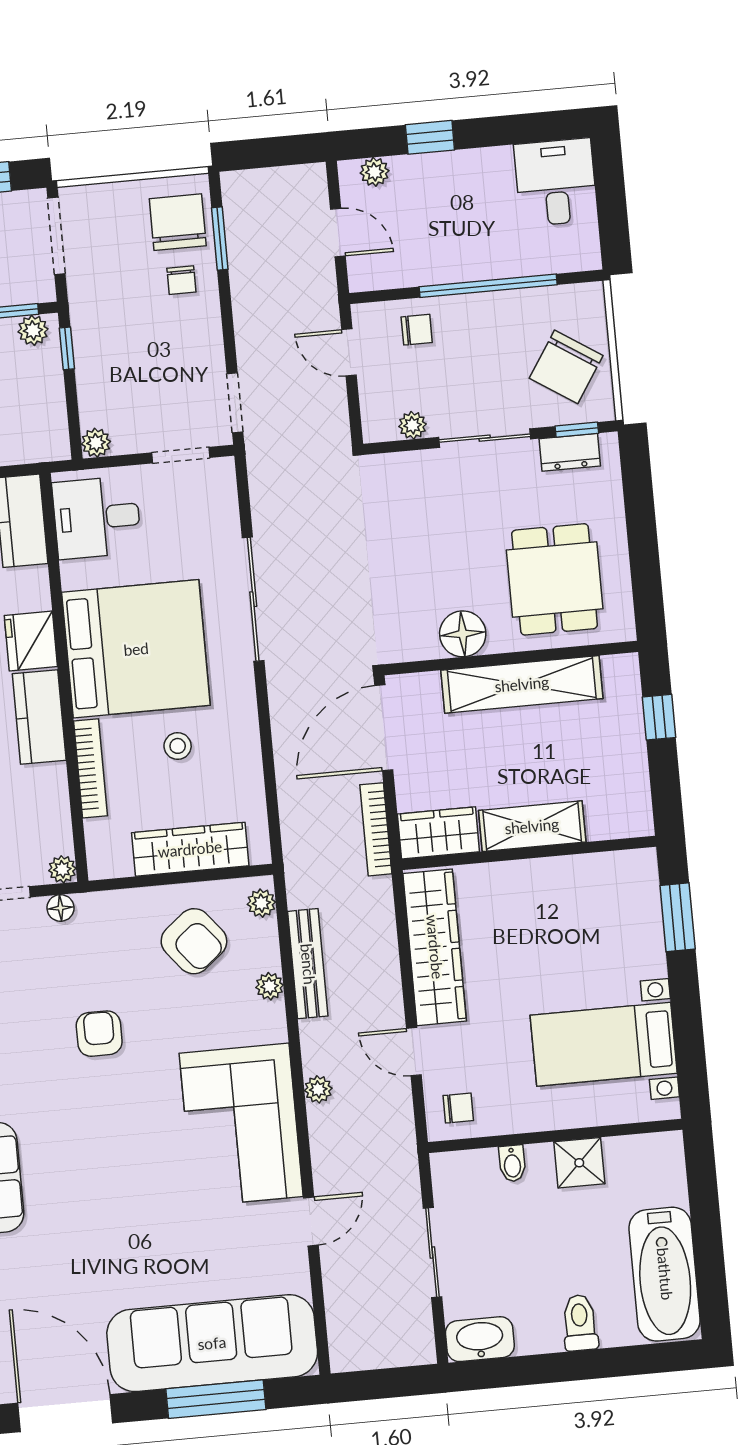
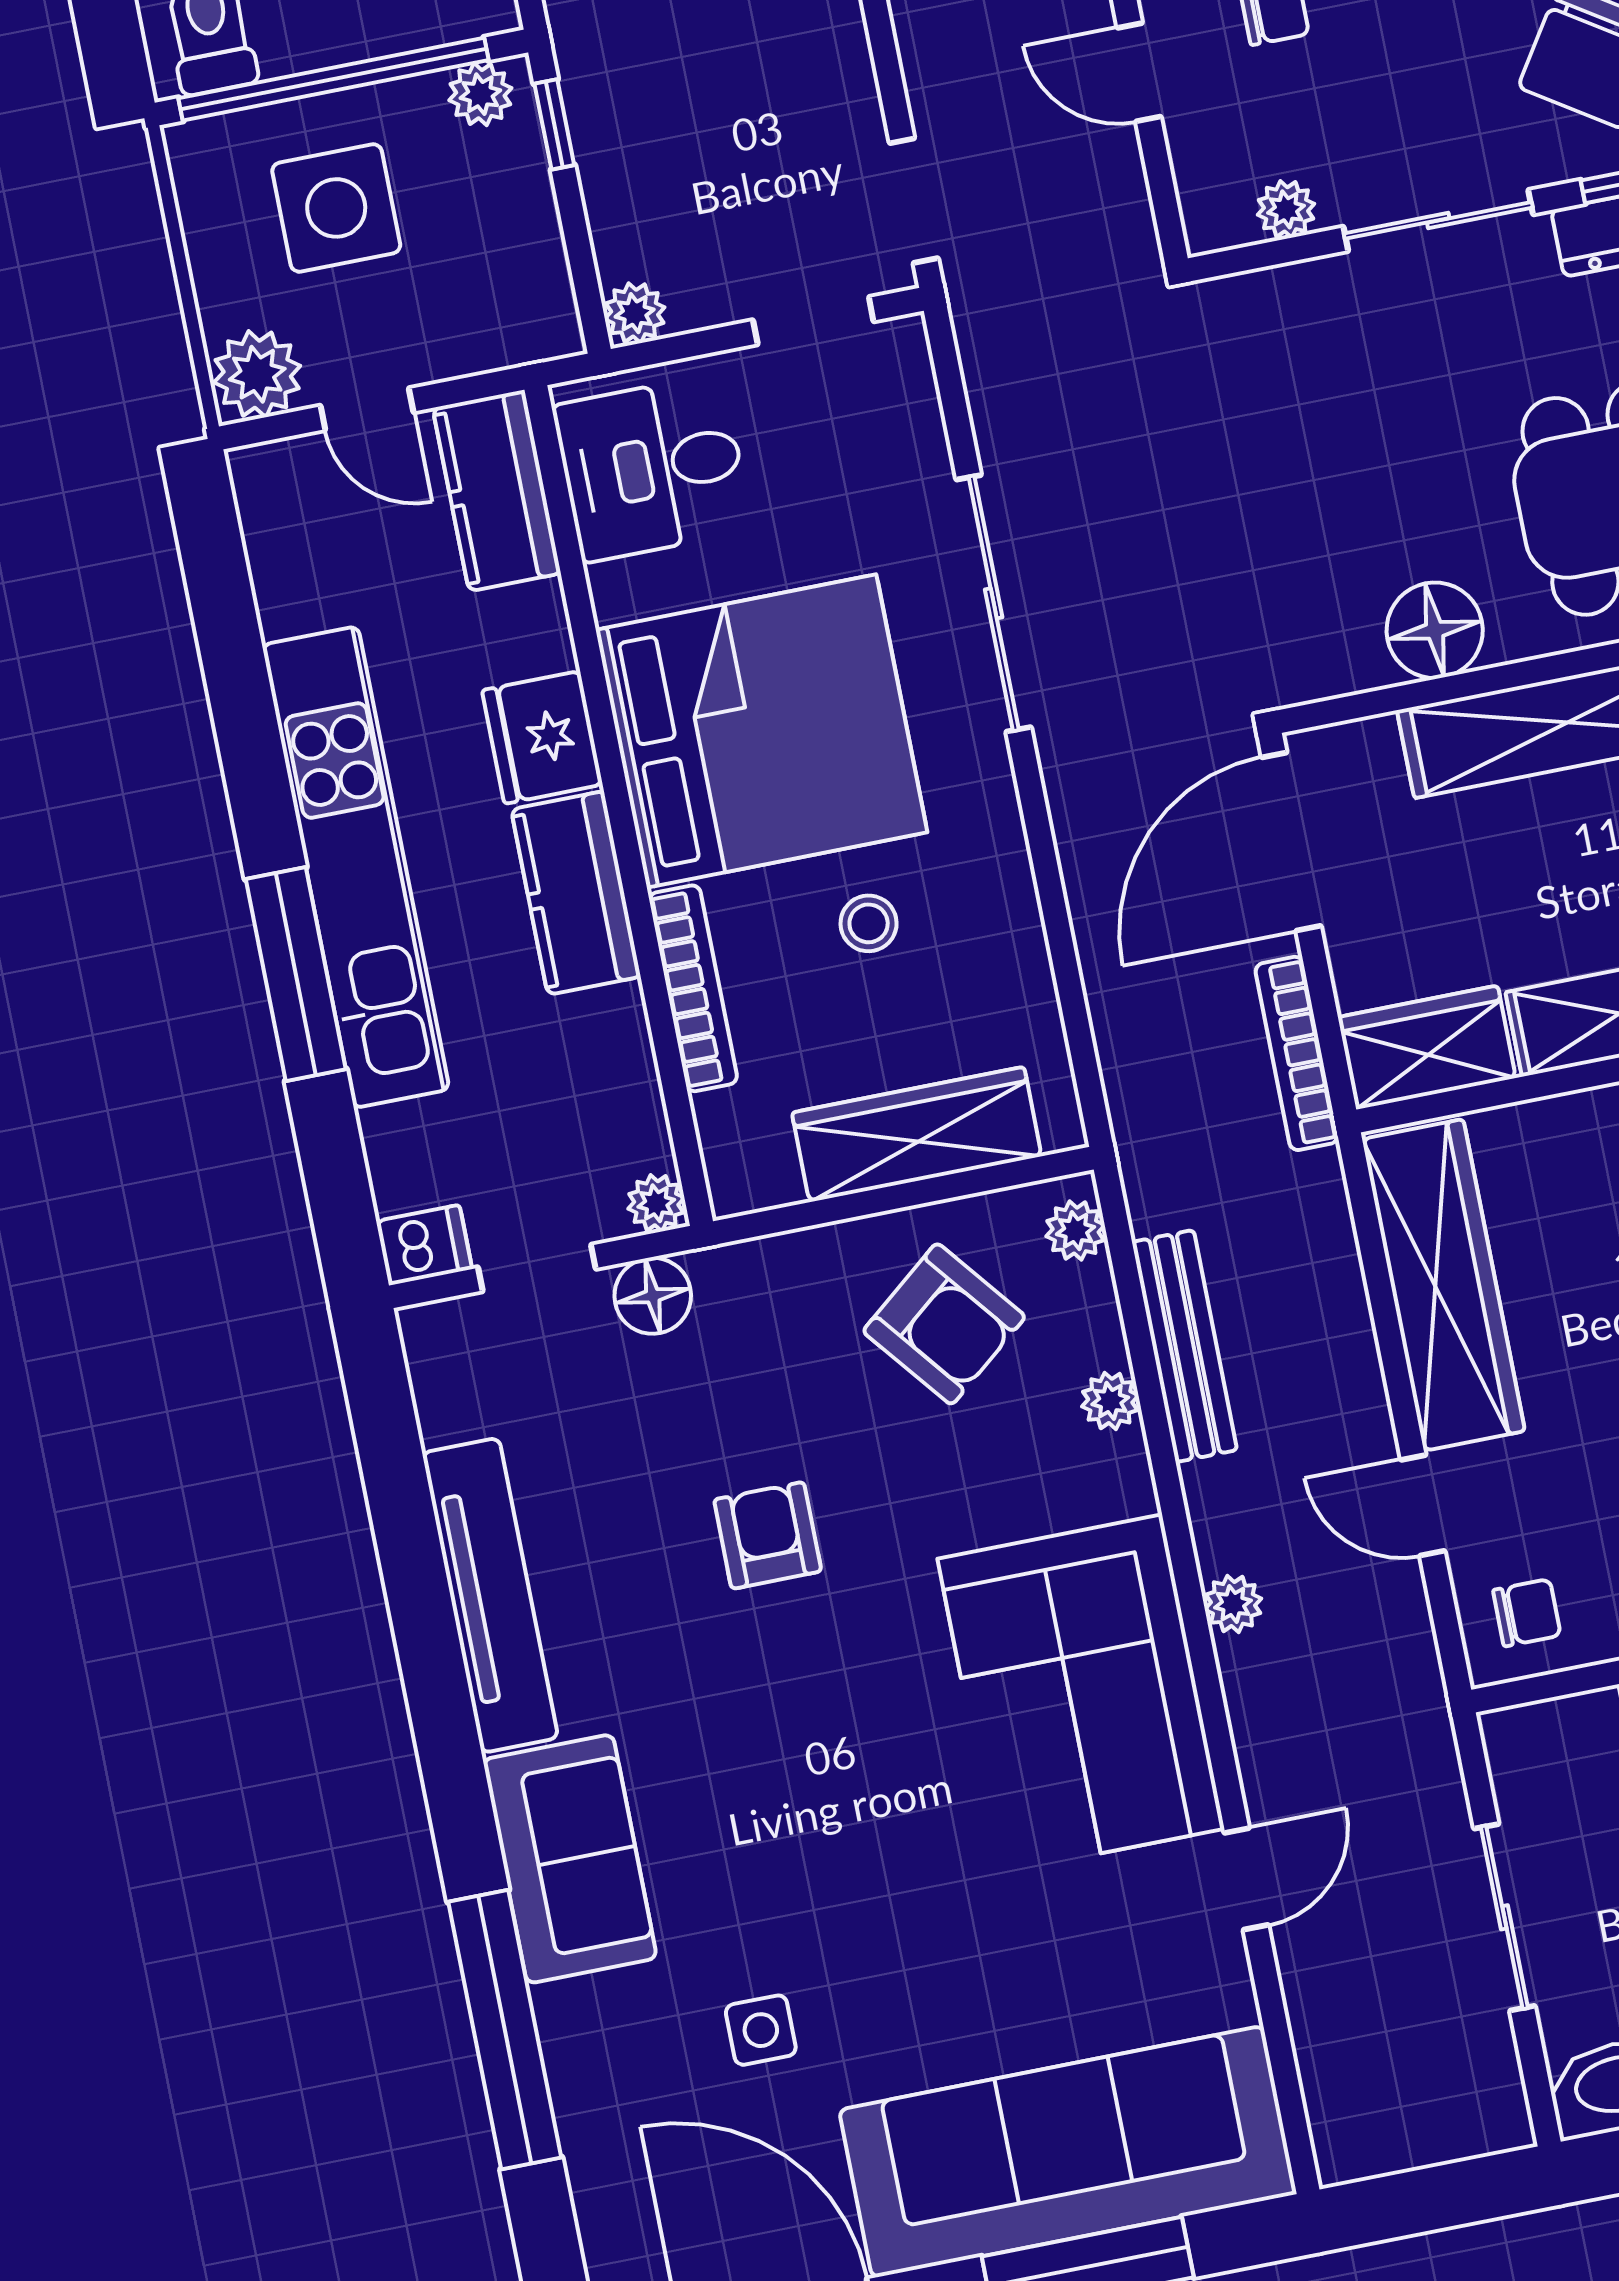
floor lamp: (61, 908) -> (653, 1296), width x1.37, depth x1.37
side table: (71, 1270) -> (761, 2030), added

